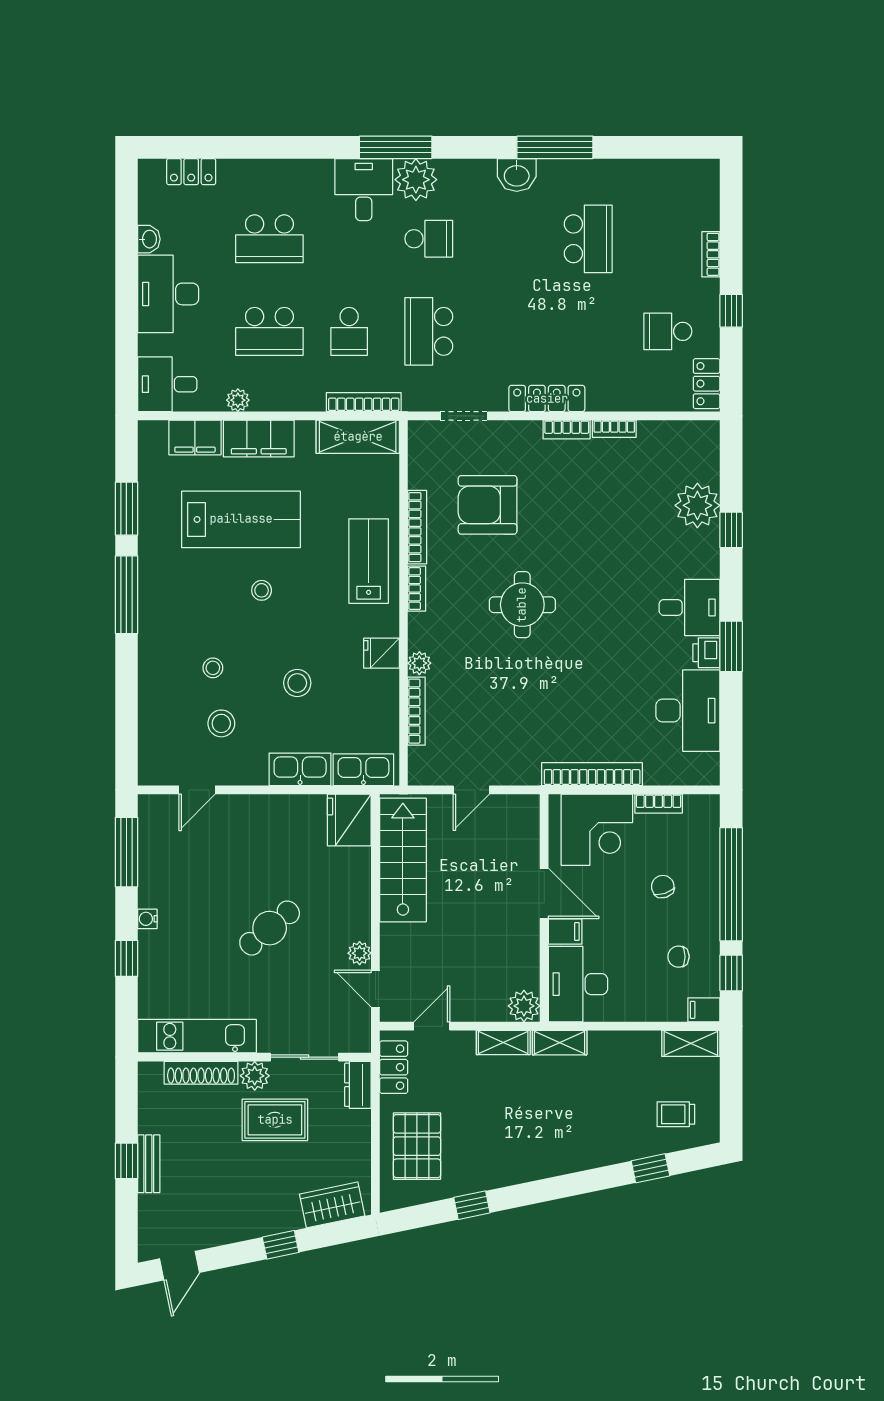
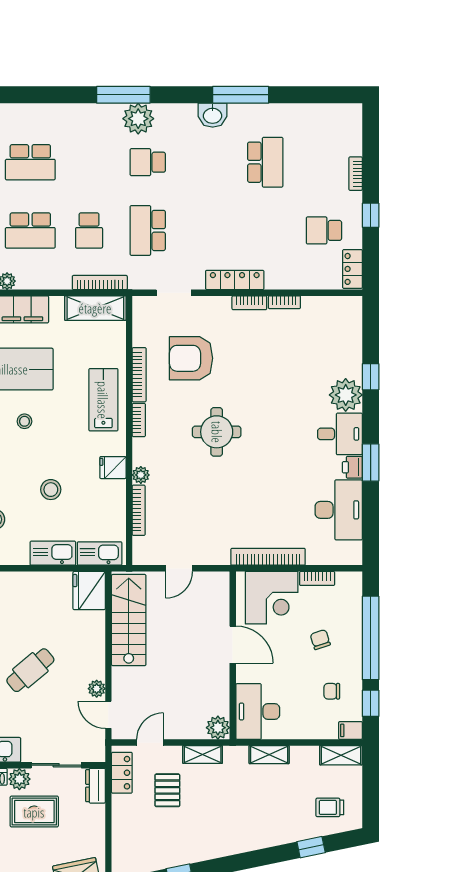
desk: (364, 190) -> (100, 126), removed
school desk: (429, 239) -> (148, 162), turned 180
plant: (697, 505) -> (346, 395), moved
filing cabinet: (565, 932) -> (248, 673), removed
shelving: (560, 1043) -> (269, 755), moved
pallet: (417, 1146) -> (167, 790), moved, width x0.67, depth x0.71

